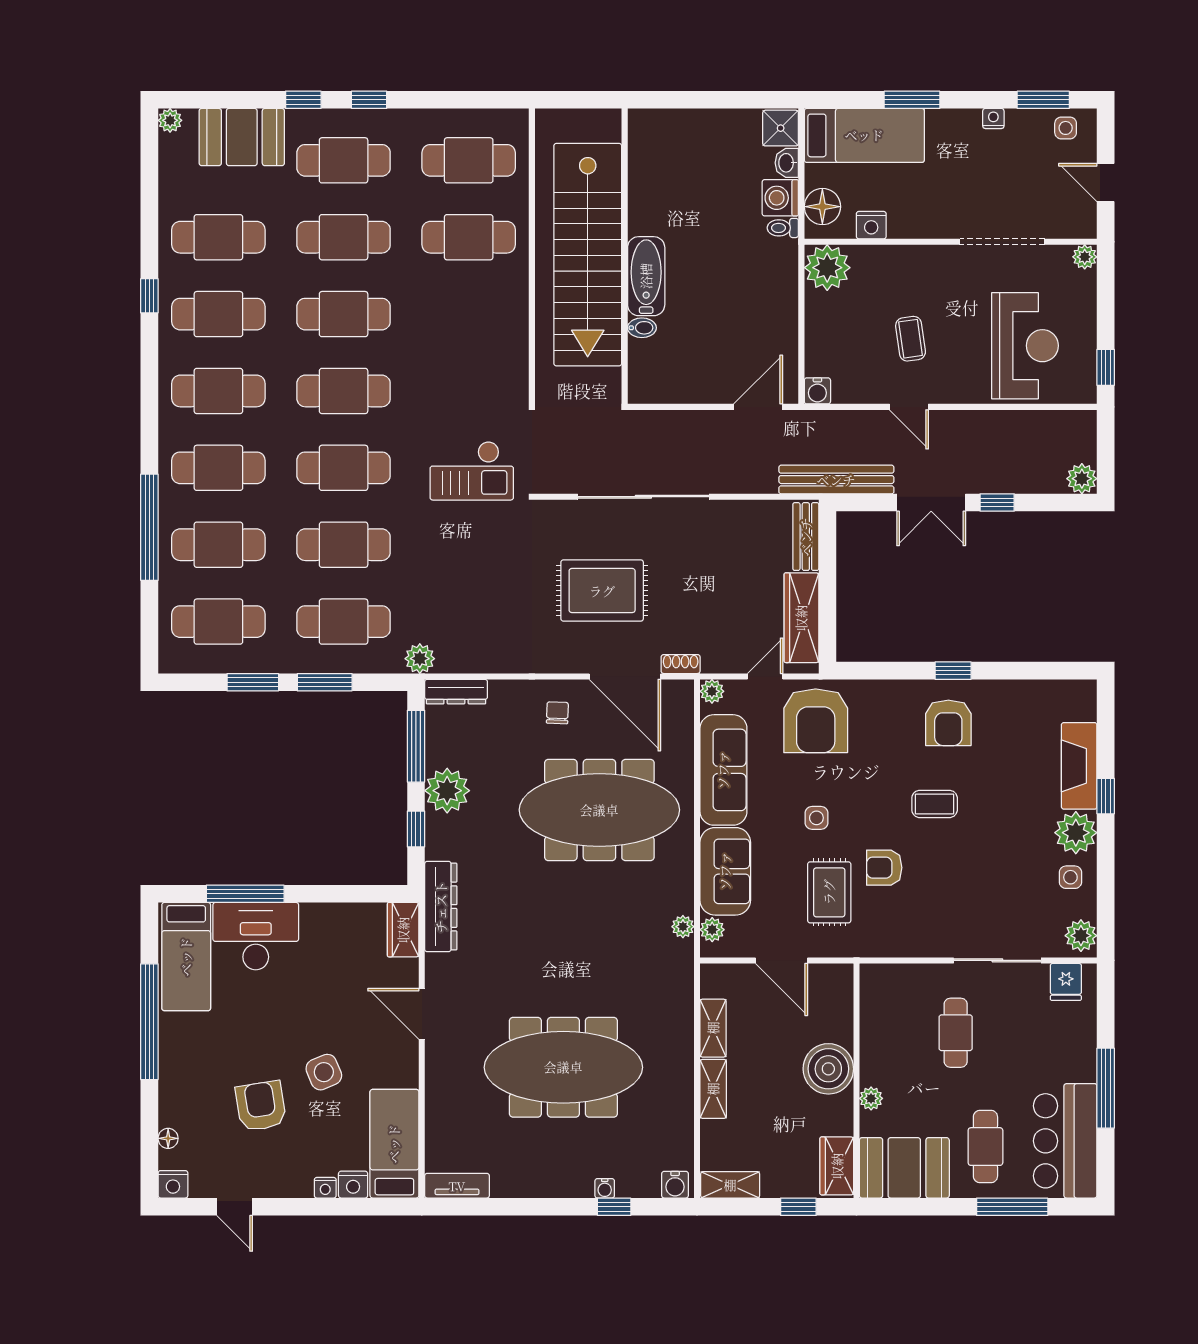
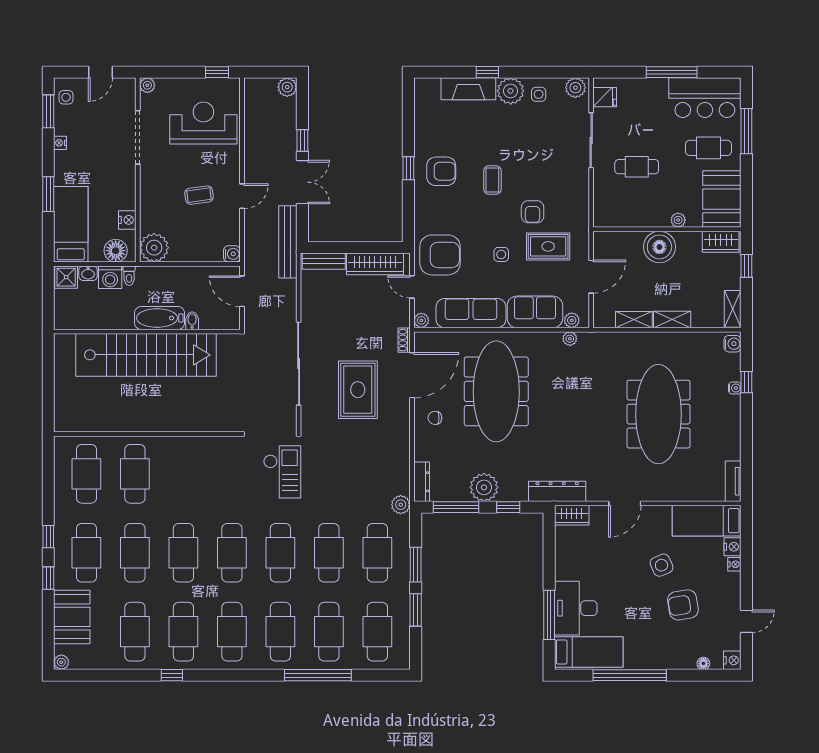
stairs: (588, 255) -> (146, 355), moved
wall: (625, 256) -> (147, 332), moved
bathtub: (646, 276) -> (160, 318), moved
bidet: (642, 328) -> (192, 321), moved

